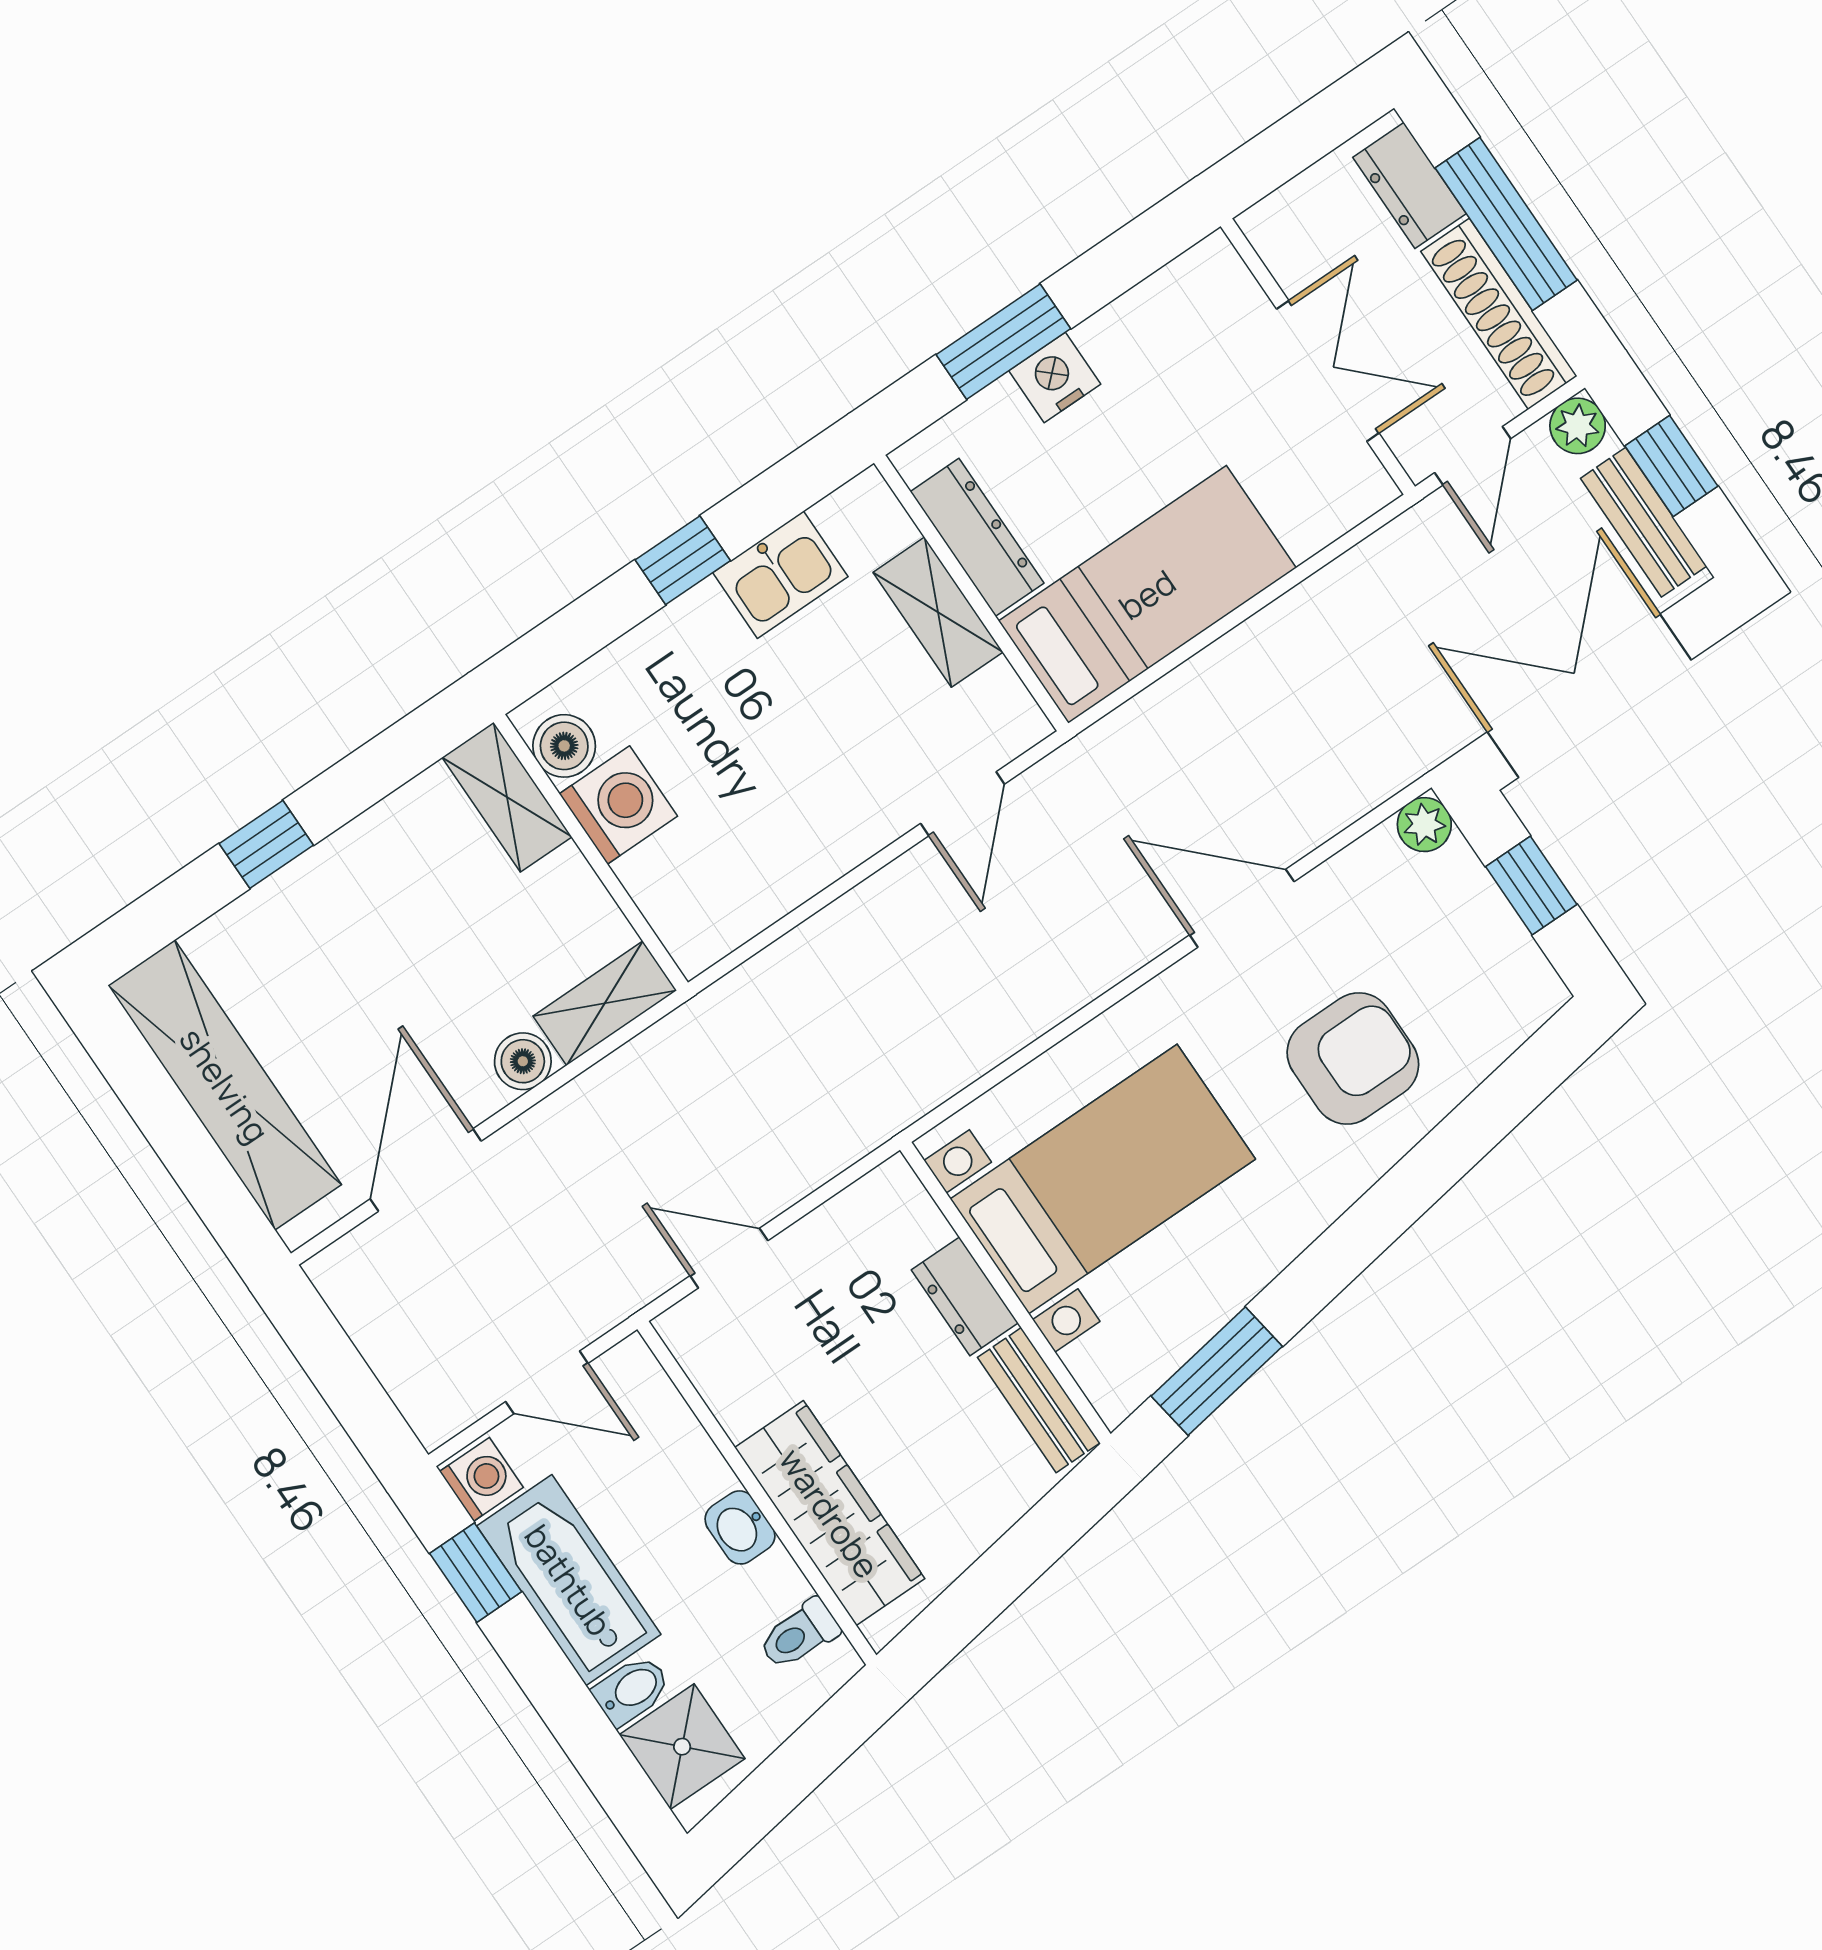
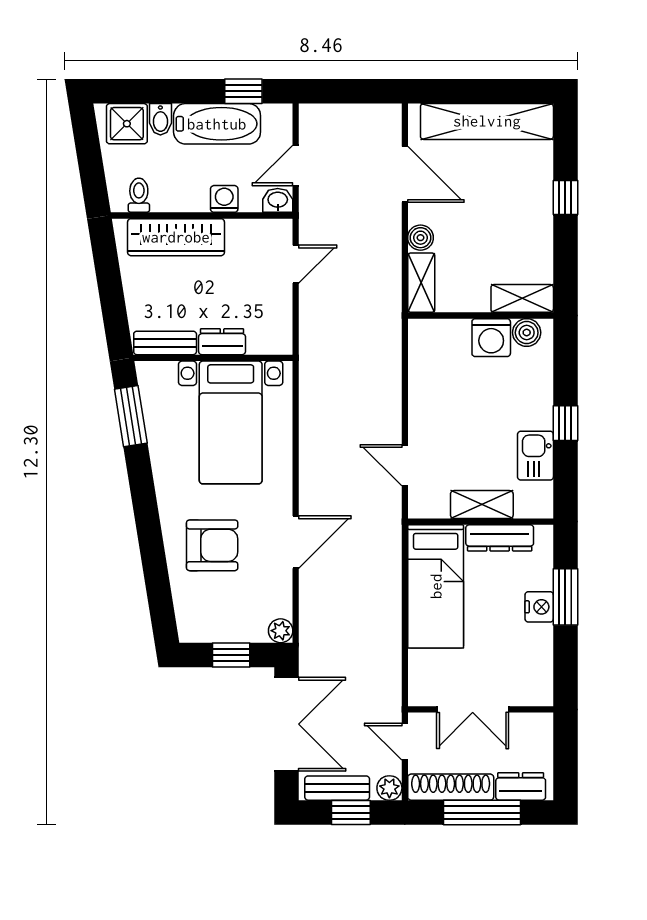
armchair: (1353, 1058) -> (212, 545), turned -90
washing machine: (481, 1479) -> (224, 199), moved, turned 180
washbasin: (740, 1527) -> (278, 200), moved

